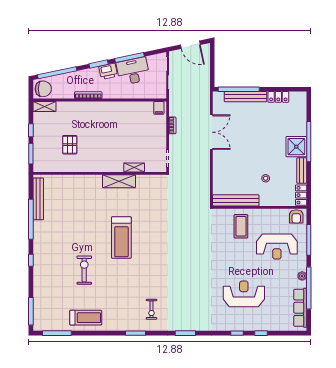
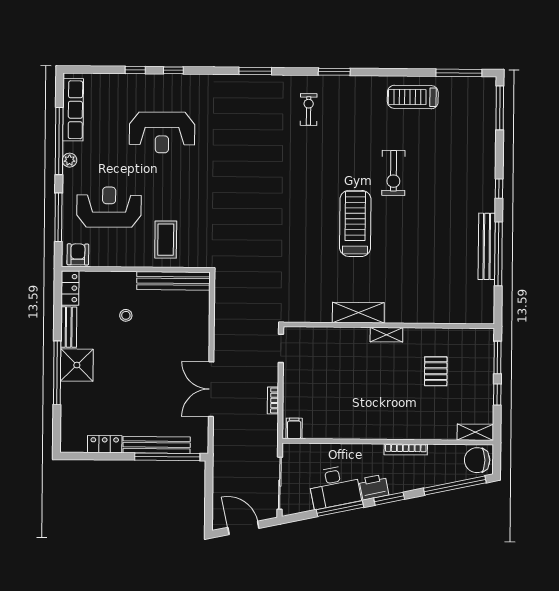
shelving: (134, 167) -> (386, 335), moved
bench: (38, 199) -> (487, 246), moved
exercise bike: (84, 270) -> (393, 173), moved

